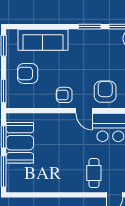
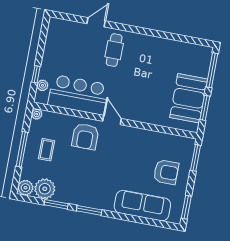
armchair: (64, 95) -> (131, 141), removed

